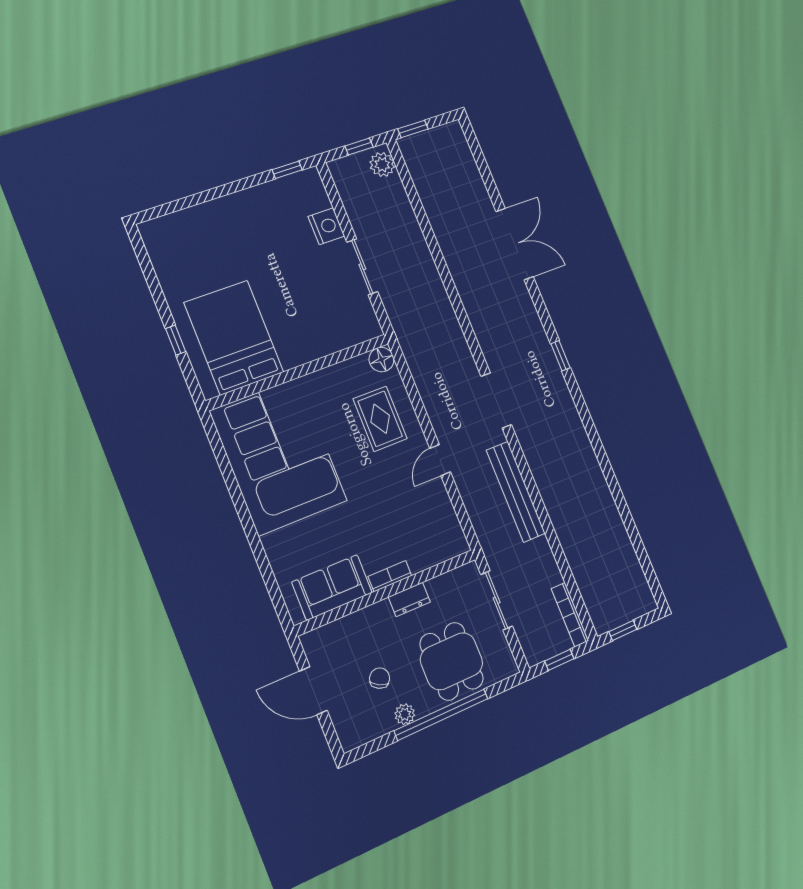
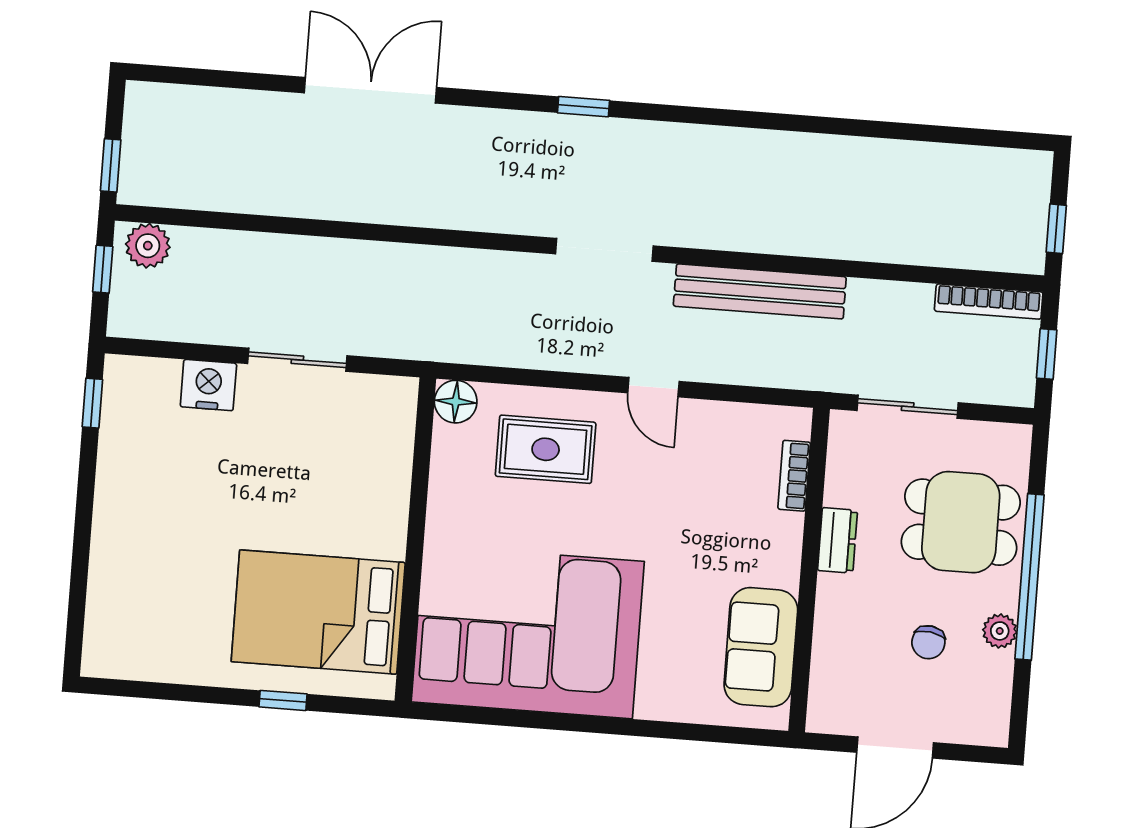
bookcase: (390, 576) -> (794, 476), moved
chair: (380, 678) -> (928, 642), turned -110

